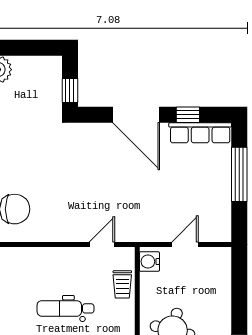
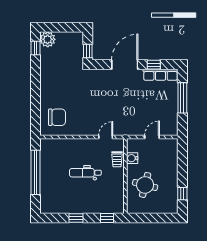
door: (136, 115) -> (125, 65), swing flipped
water cooler: (149, 262) -> (132, 158), moved

